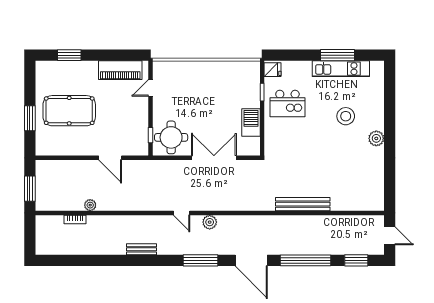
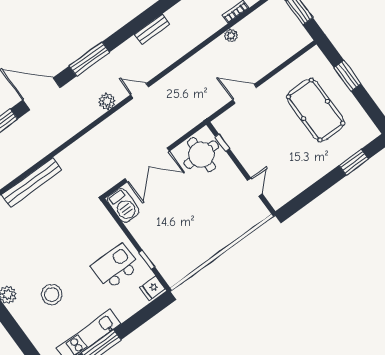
piano: (120, 70) -> (295, 183), removed
pool table: (69, 111) -> (316, 110), turned 90
barbecue: (251, 122) -> (123, 205), moved

